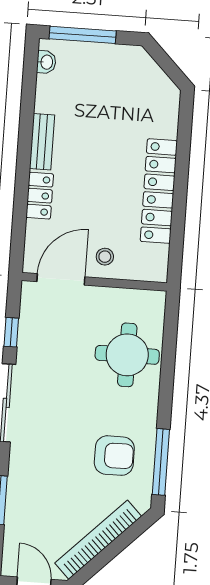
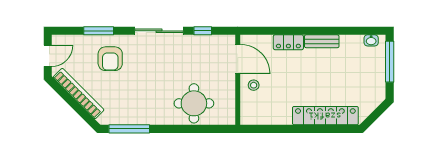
locker: (159, 191) -> (325, 116), moved
armchair: (114, 456) -> (110, 59), moved

